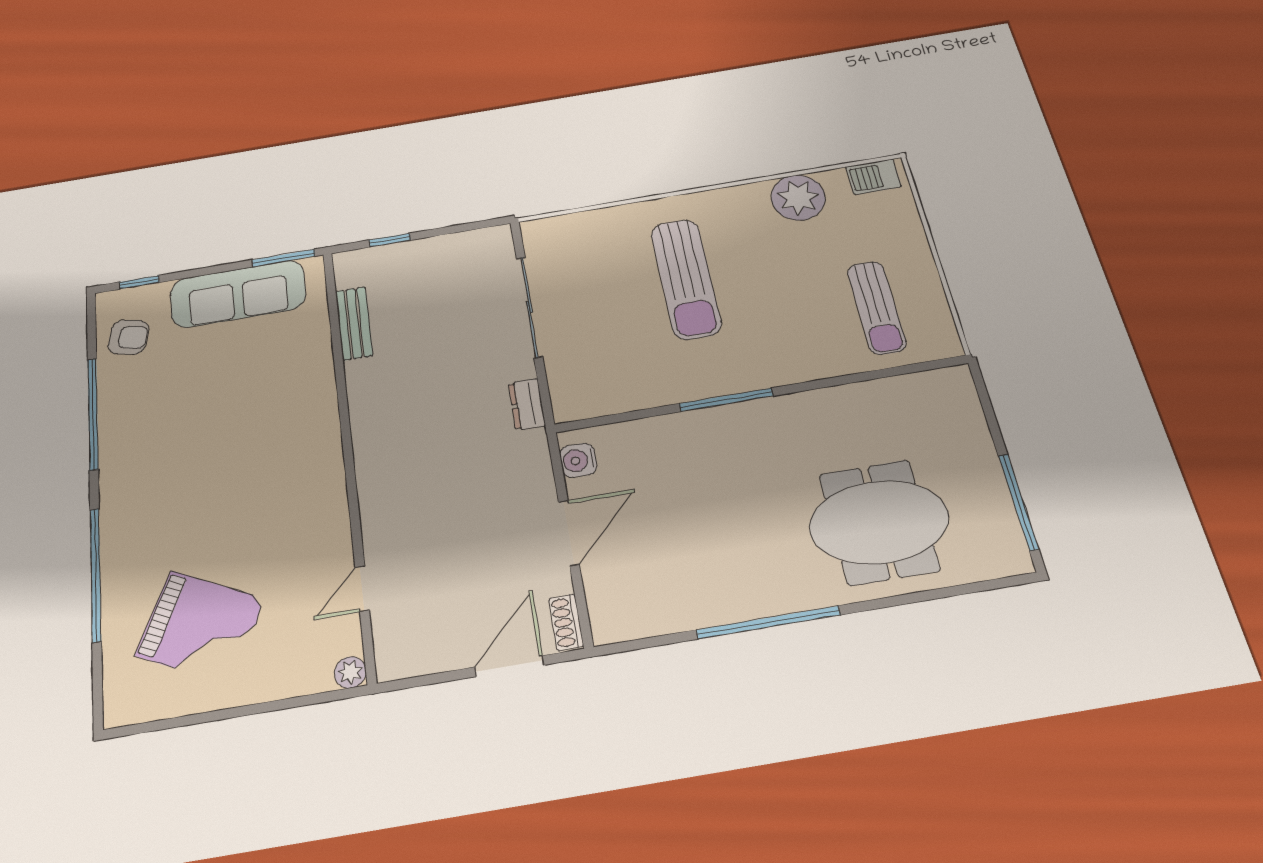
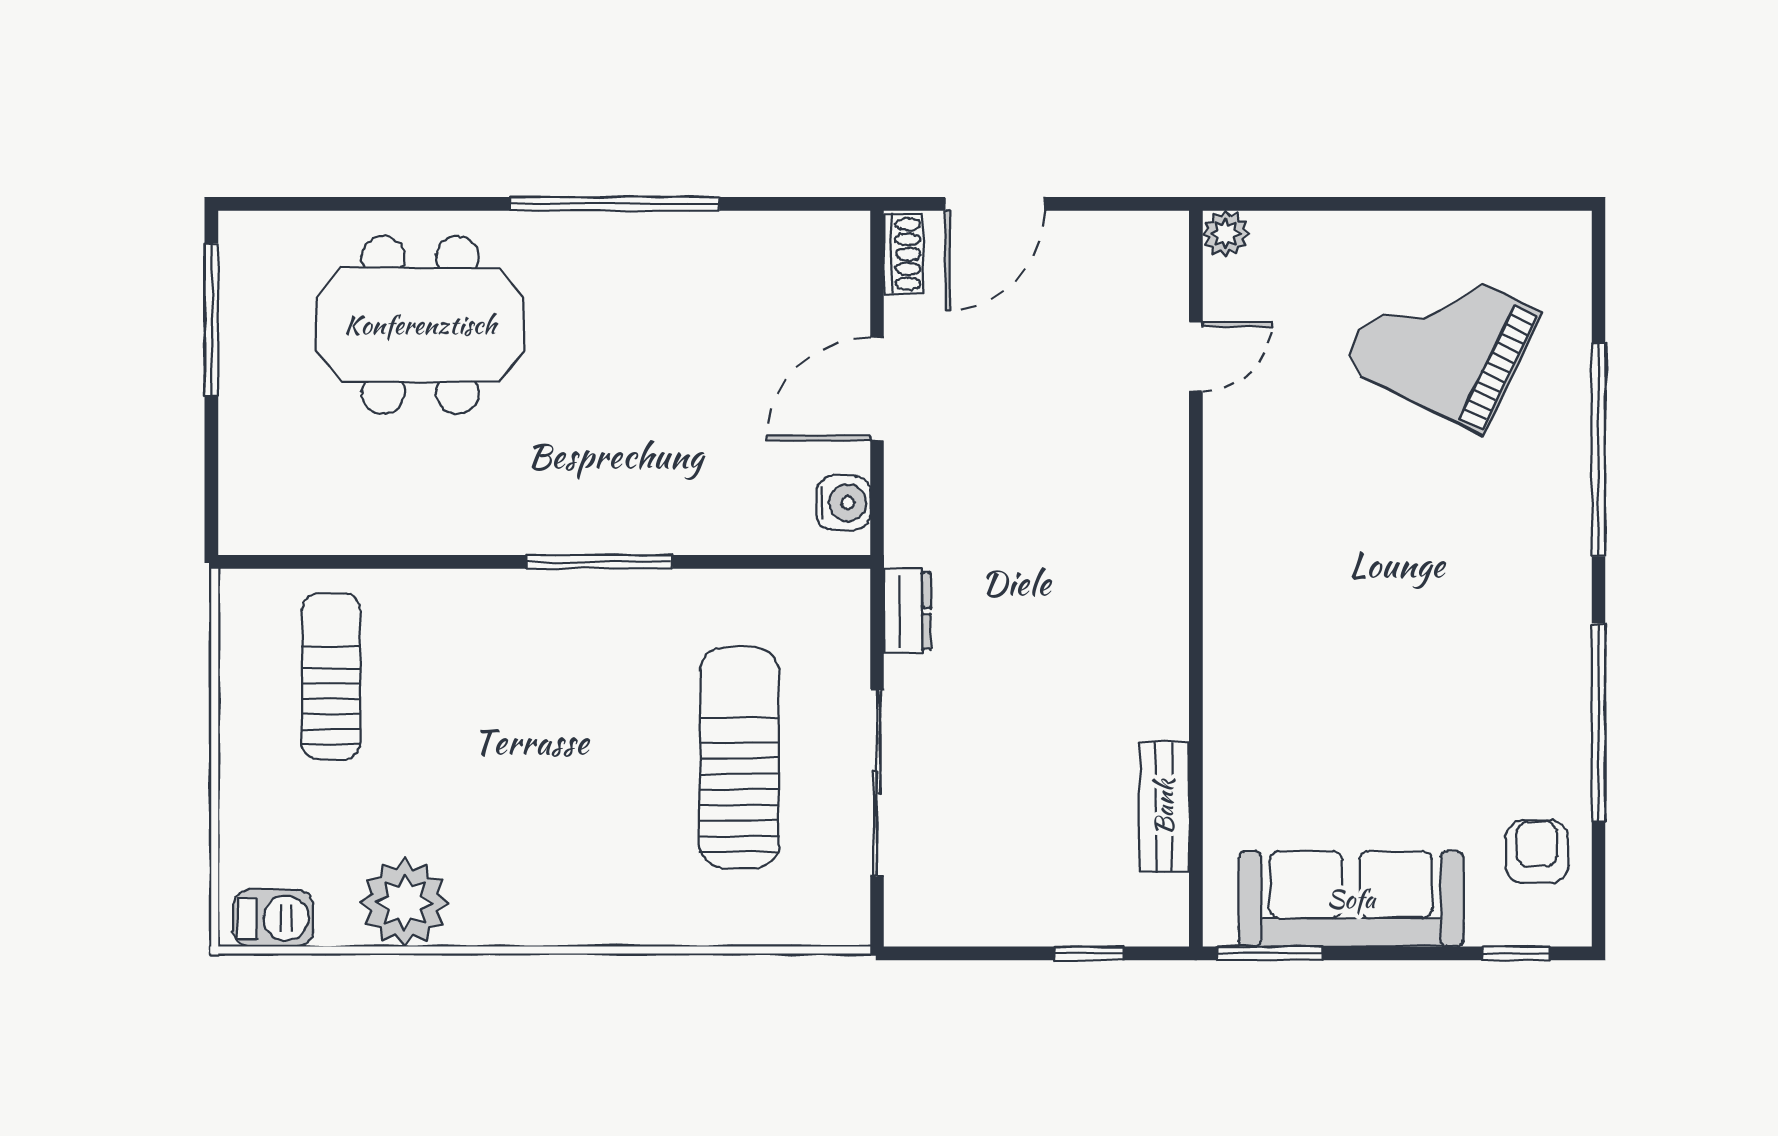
sun lounger: (686, 279) -> (739, 758), moved
armchair: (129, 337) -> (1537, 852), turned 77

